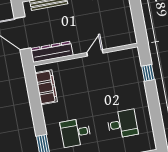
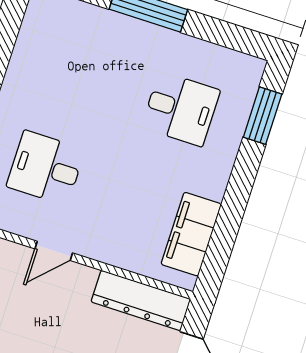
desk: (122, 124) -> (46, 168), moved

